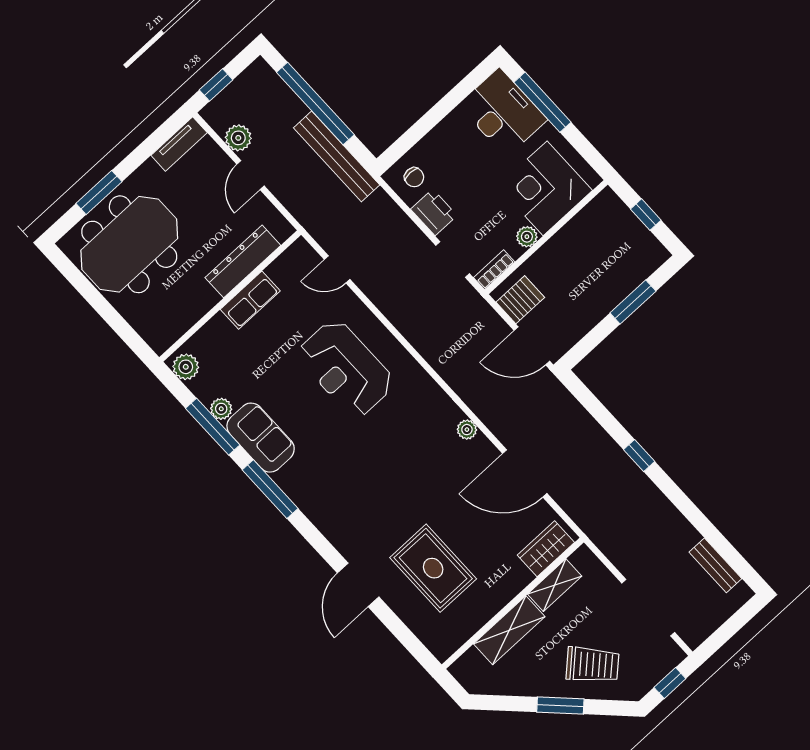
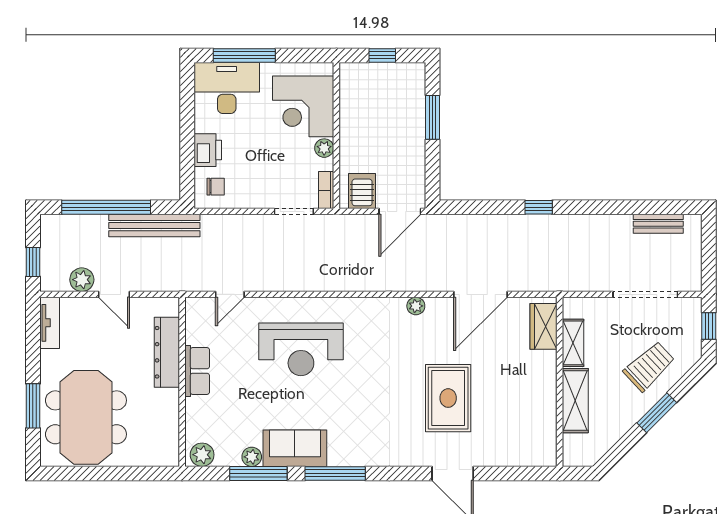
printer: (434, 212) -> (208, 150), moved, turned 90
rug: (433, 568) -> (448, 398), moved, turned 90

